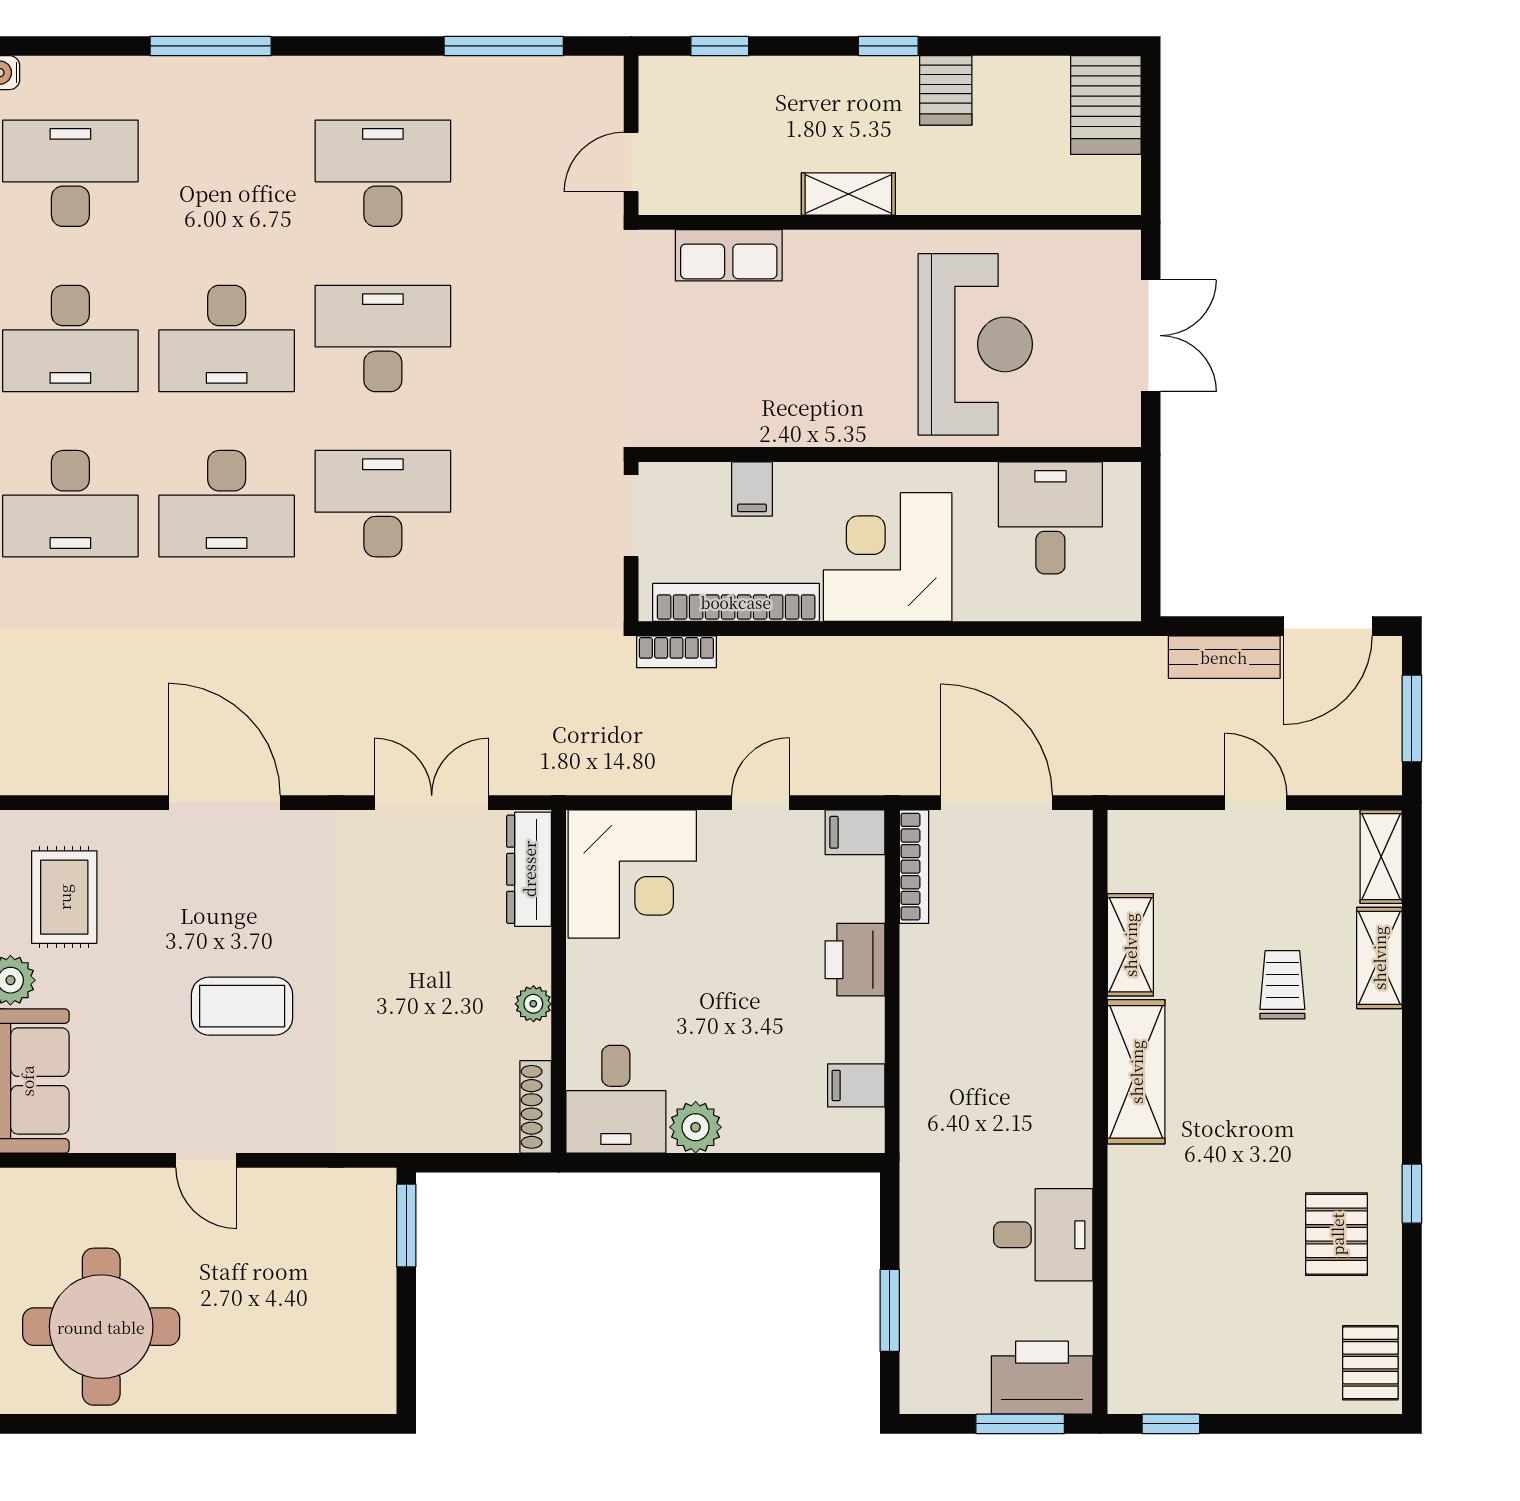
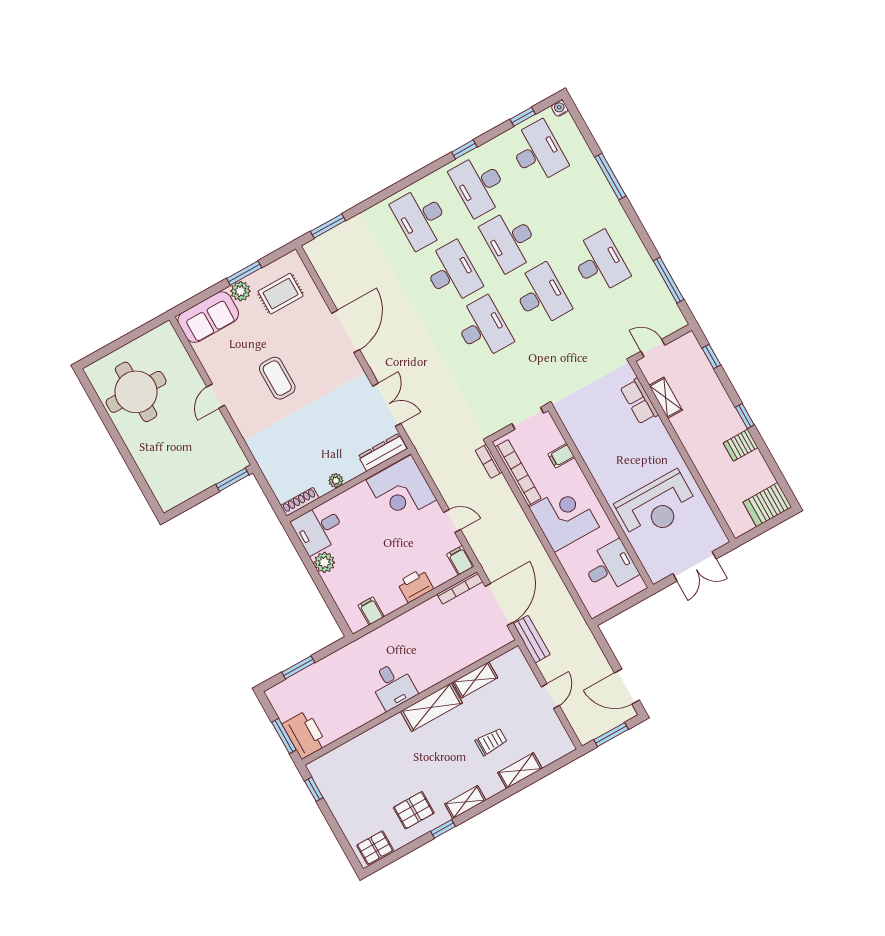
shelving: (848, 194) -> (666, 398), moved
desk: (227, 504) -> (452, 273), turned 180
bench: (1224, 657) -> (532, 639), moved
shelving: (1381, 857) -> (465, 802), moved
desk: (1043, 1235) -> (393, 686), moved

